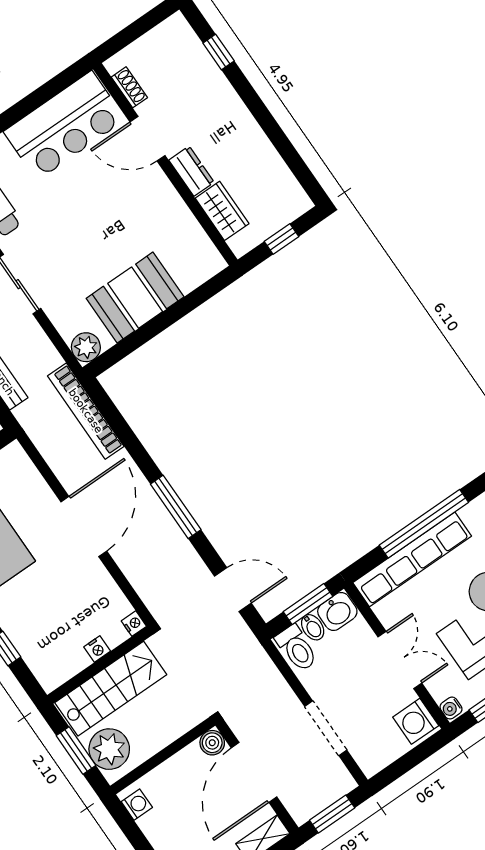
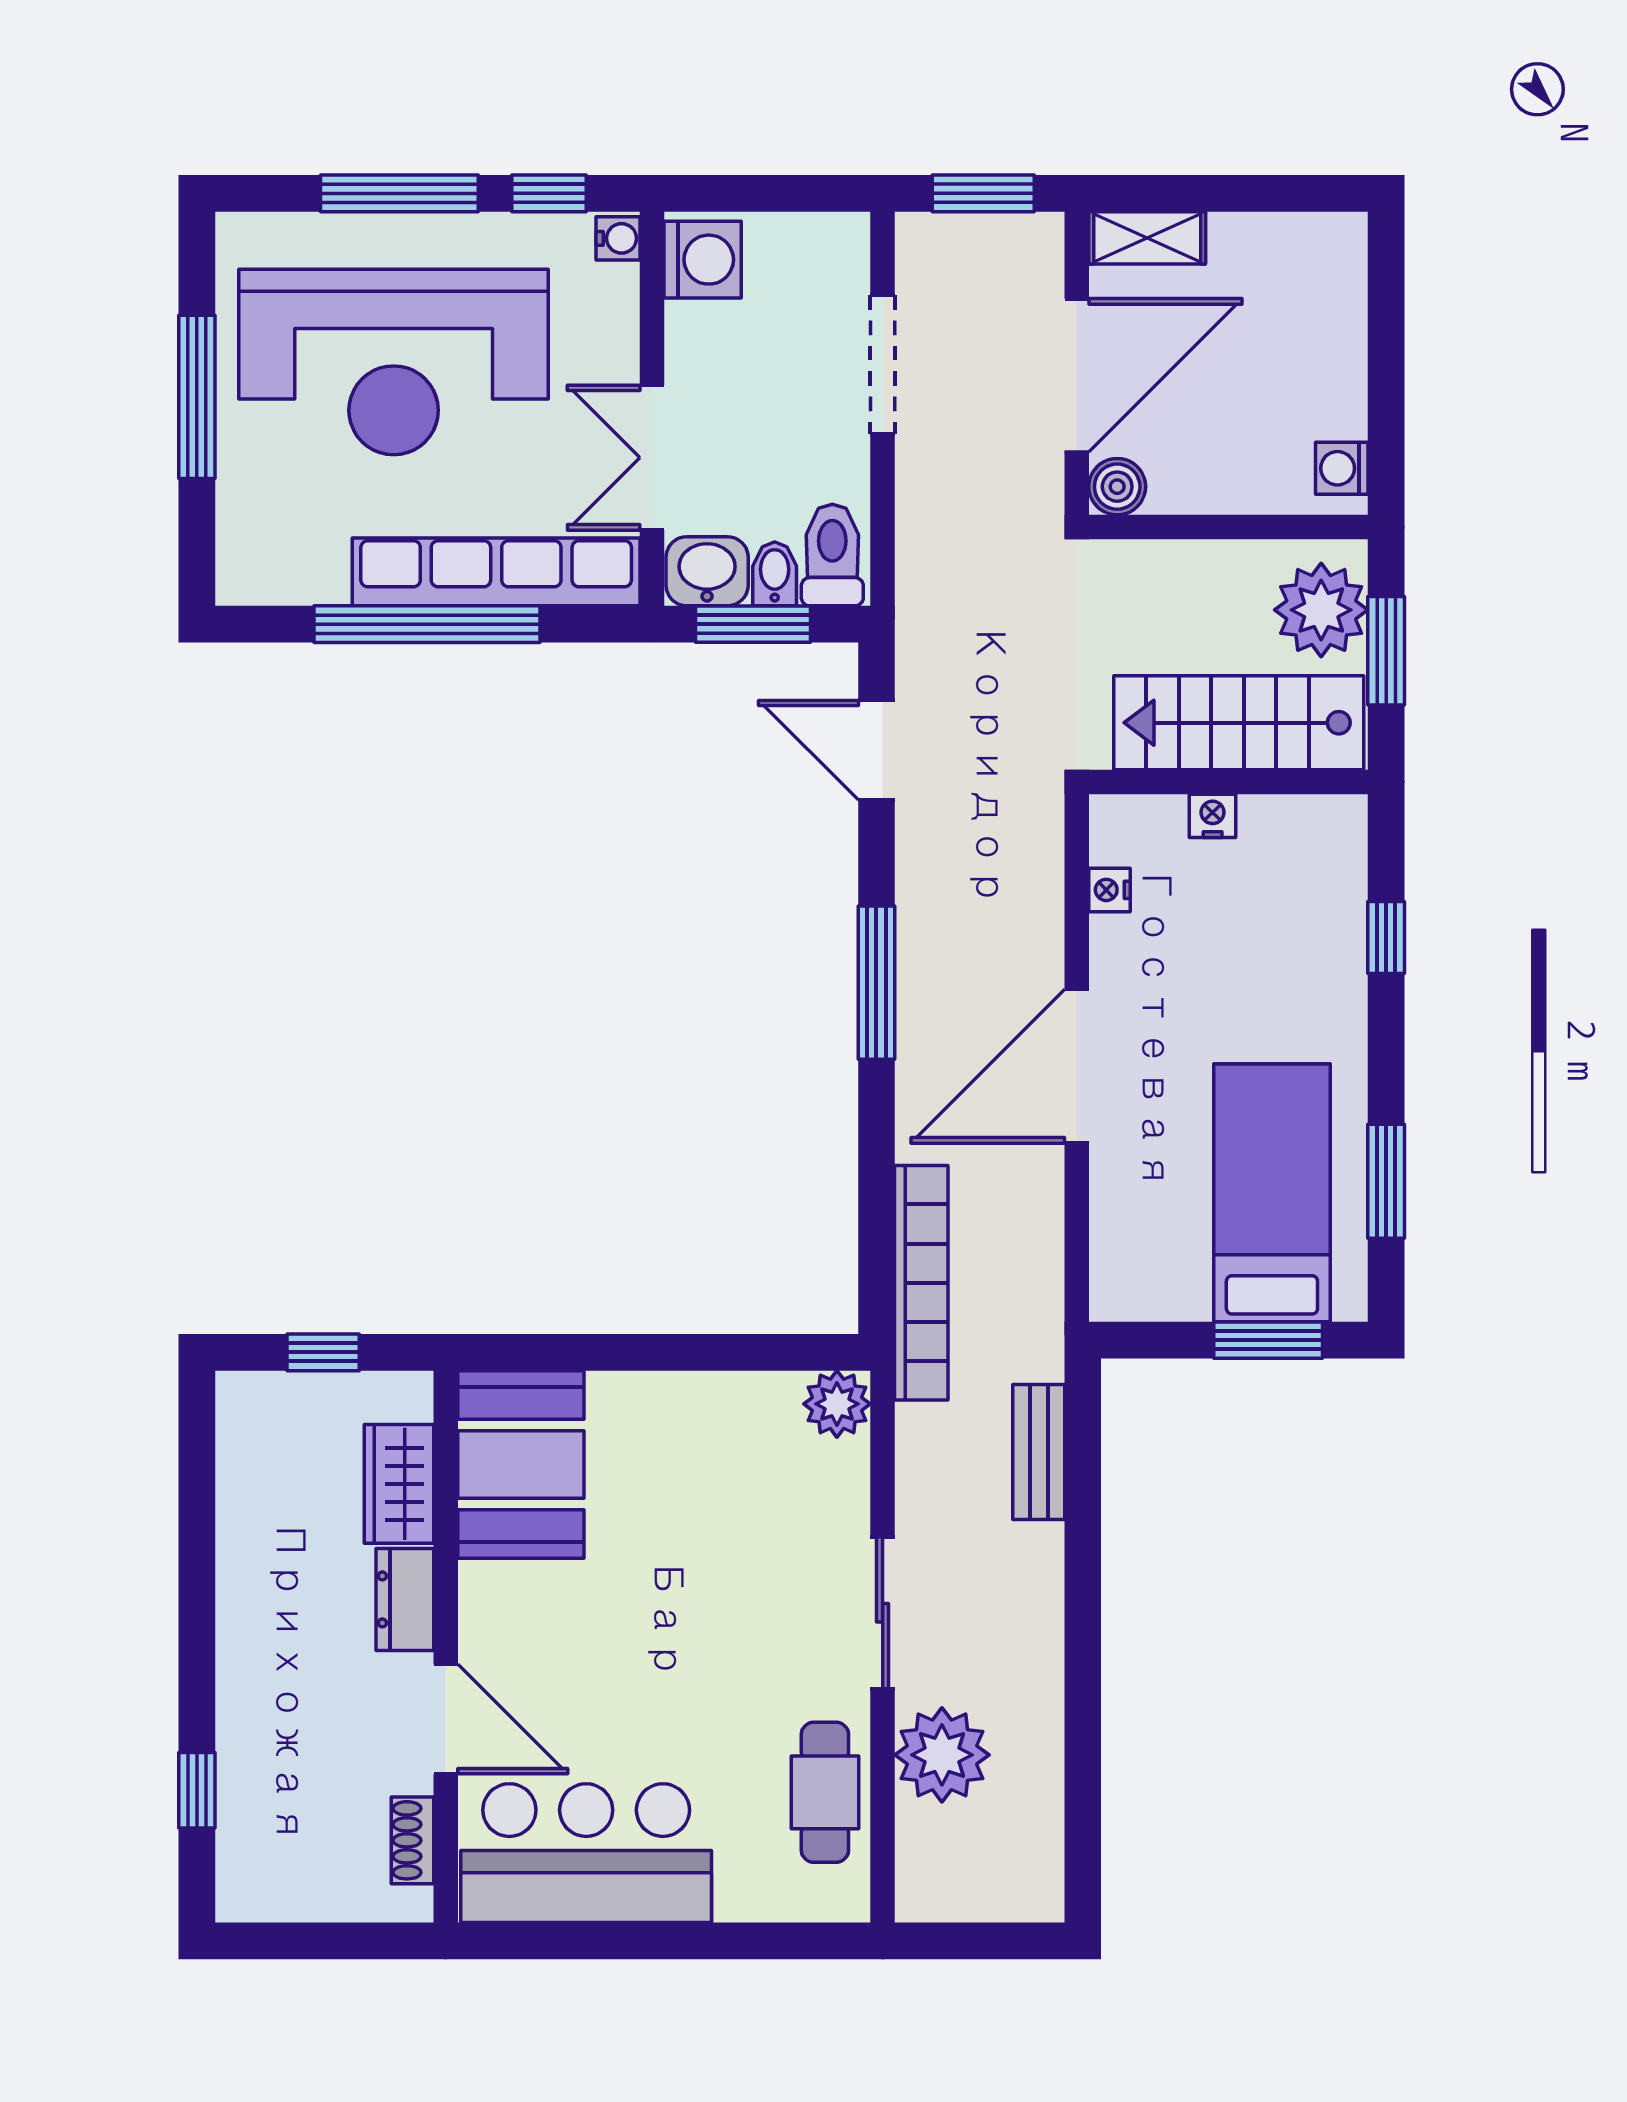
booth: (135, 298) -> (521, 1465), moved, turned 90
nightstand: (134, 624) -> (1110, 890), moved
double door: (400, 660) -> (652, 458), moved

